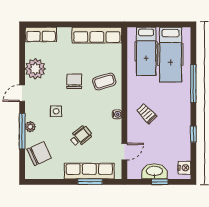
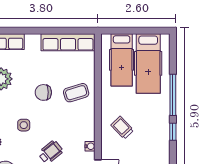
chair: (74, 81) -> (43, 92), turned -90
water cooler: (117, 114) -> (90, 146), moved
window: (193, 134) -> (173, 132), moved

